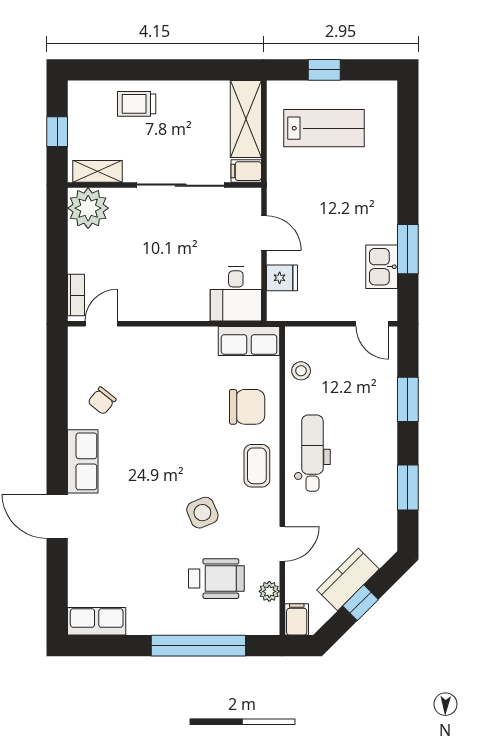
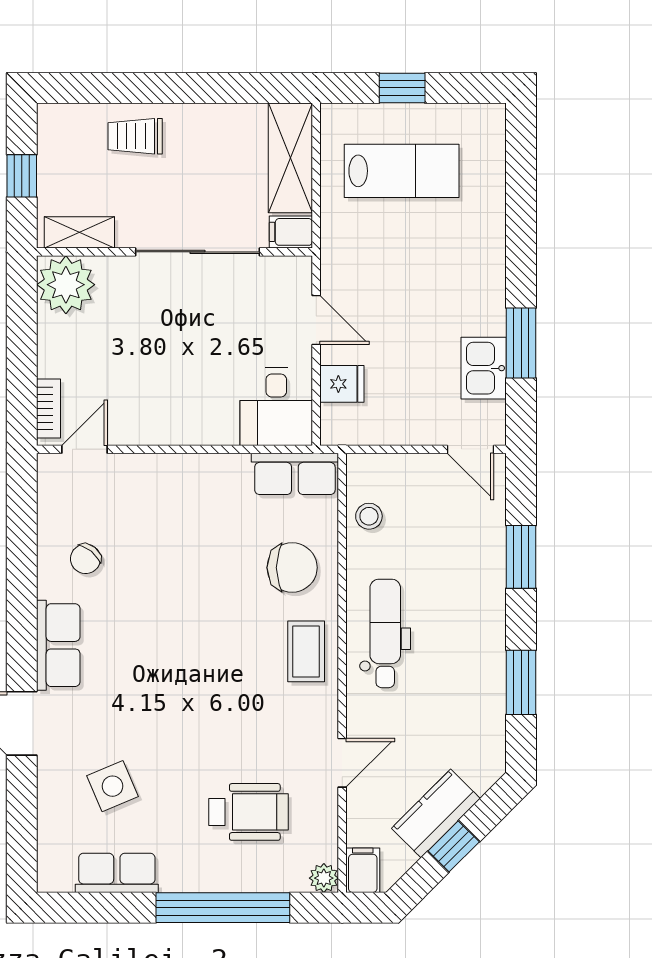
side table: (202, 513) -> (113, 786), moved
plant: (269, 591) -> (324, 878), moved
row of seats: (97, 621) -> (117, 873), moved

